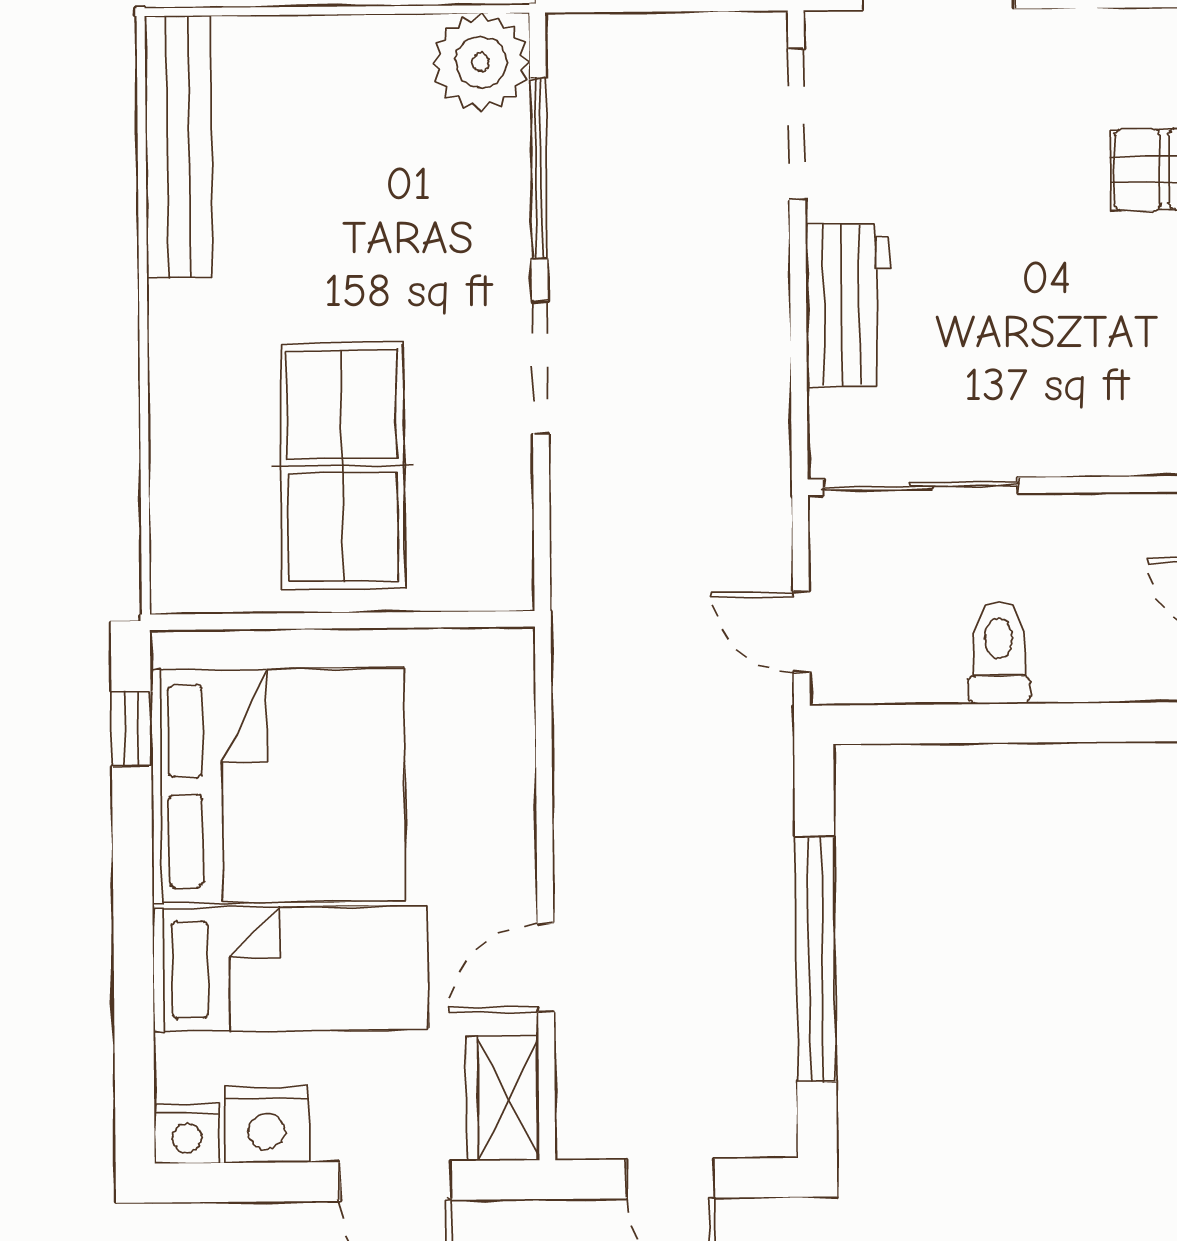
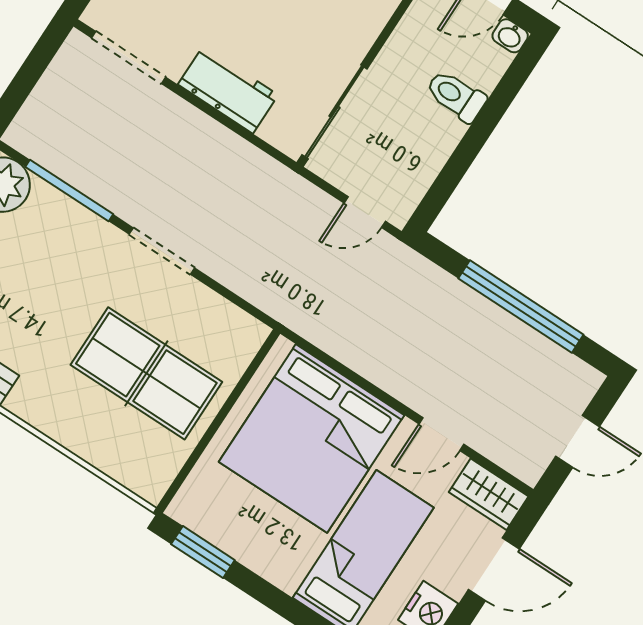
toilet: (999, 653) -> (456, 96), moved
window: (131, 729) -> (203, 552), width x1.50
bed: (278, 786) -> (312, 438), moved, turned 180
door: (546, 968) -> (441, 434), hinge flipped

